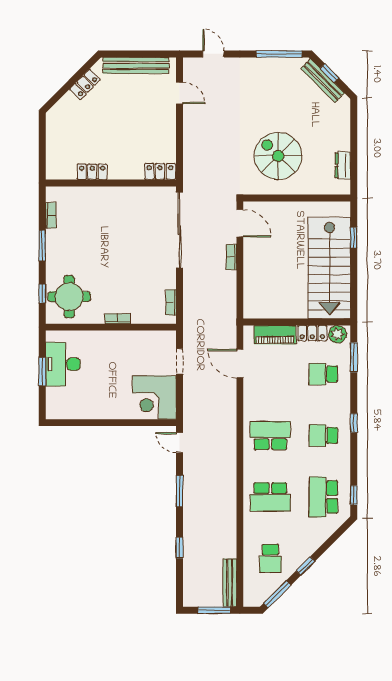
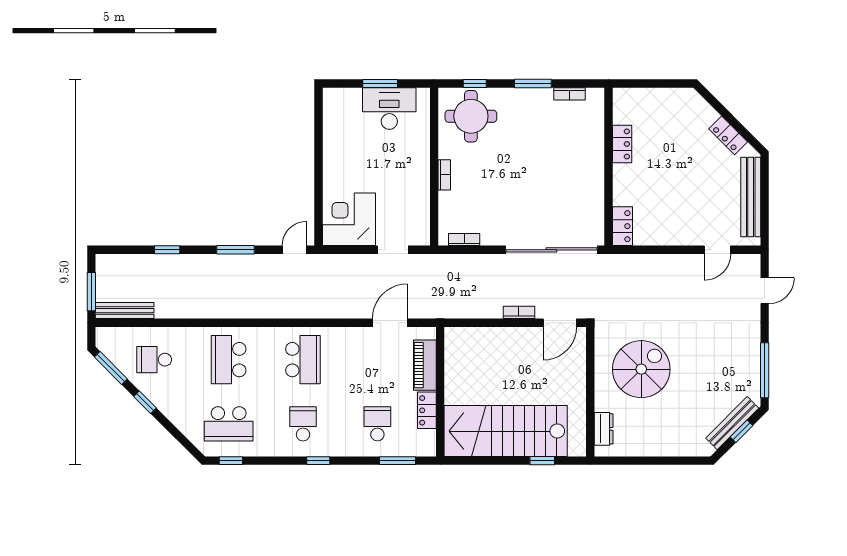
dresser: (343, 165) -> (604, 429), moved, turned 90
plant: (338, 334) -> (426, 441), removed
school desk: (323, 497) -> (229, 424), turned 180

